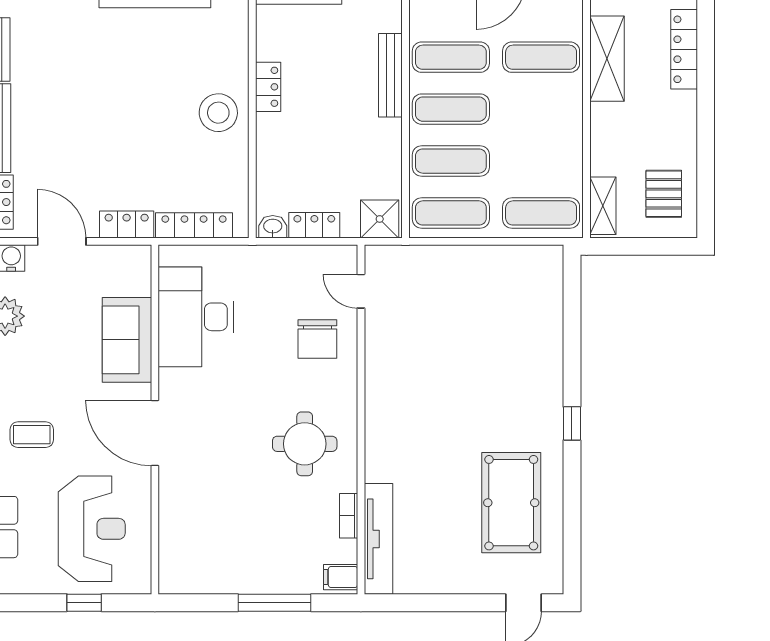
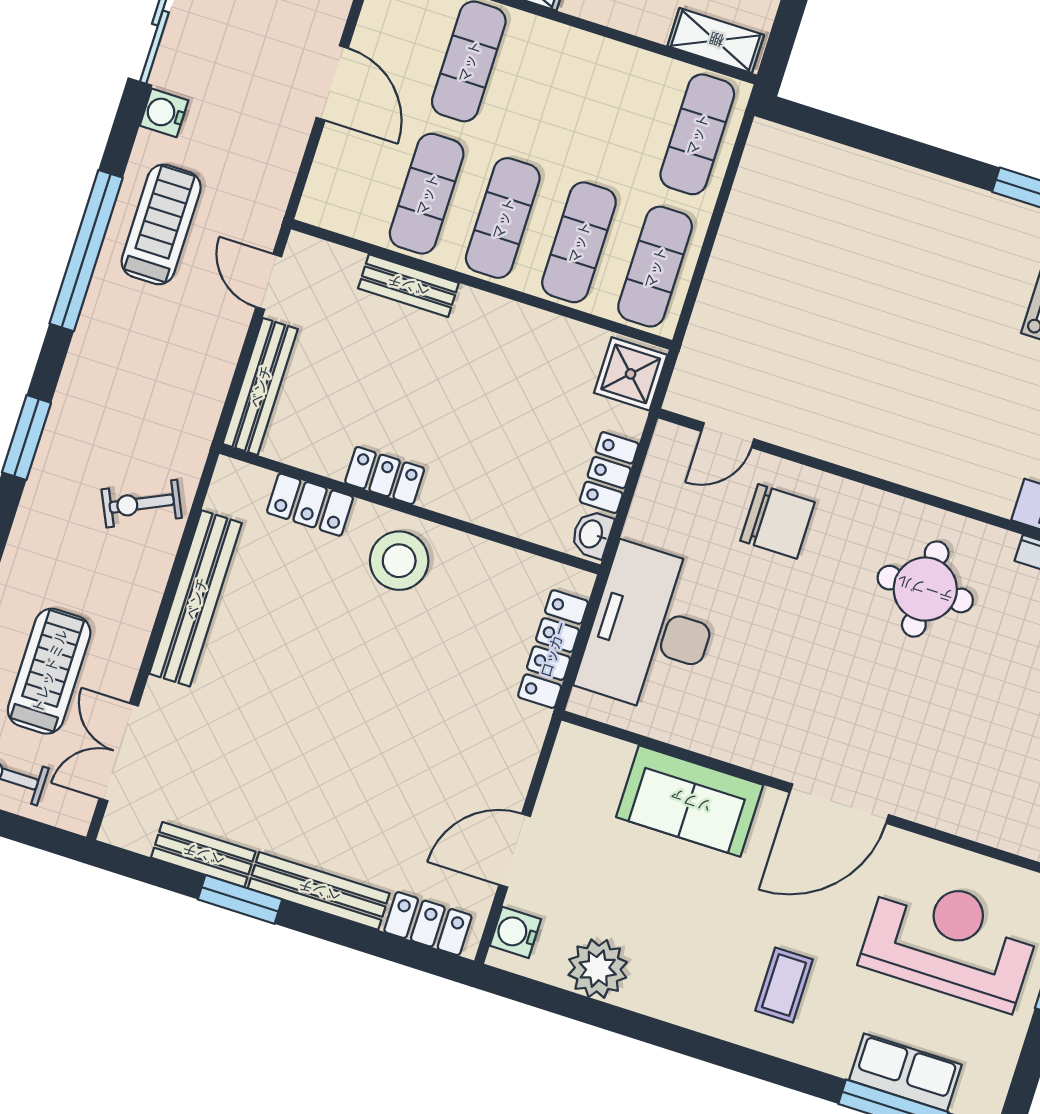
bench: (390, 75) -> (408, 286), width x0.73
locker: (127, 224) -> (310, 505), moved, turned -90
desk: (196, 317) -> (651, 629), moved, turned 90

